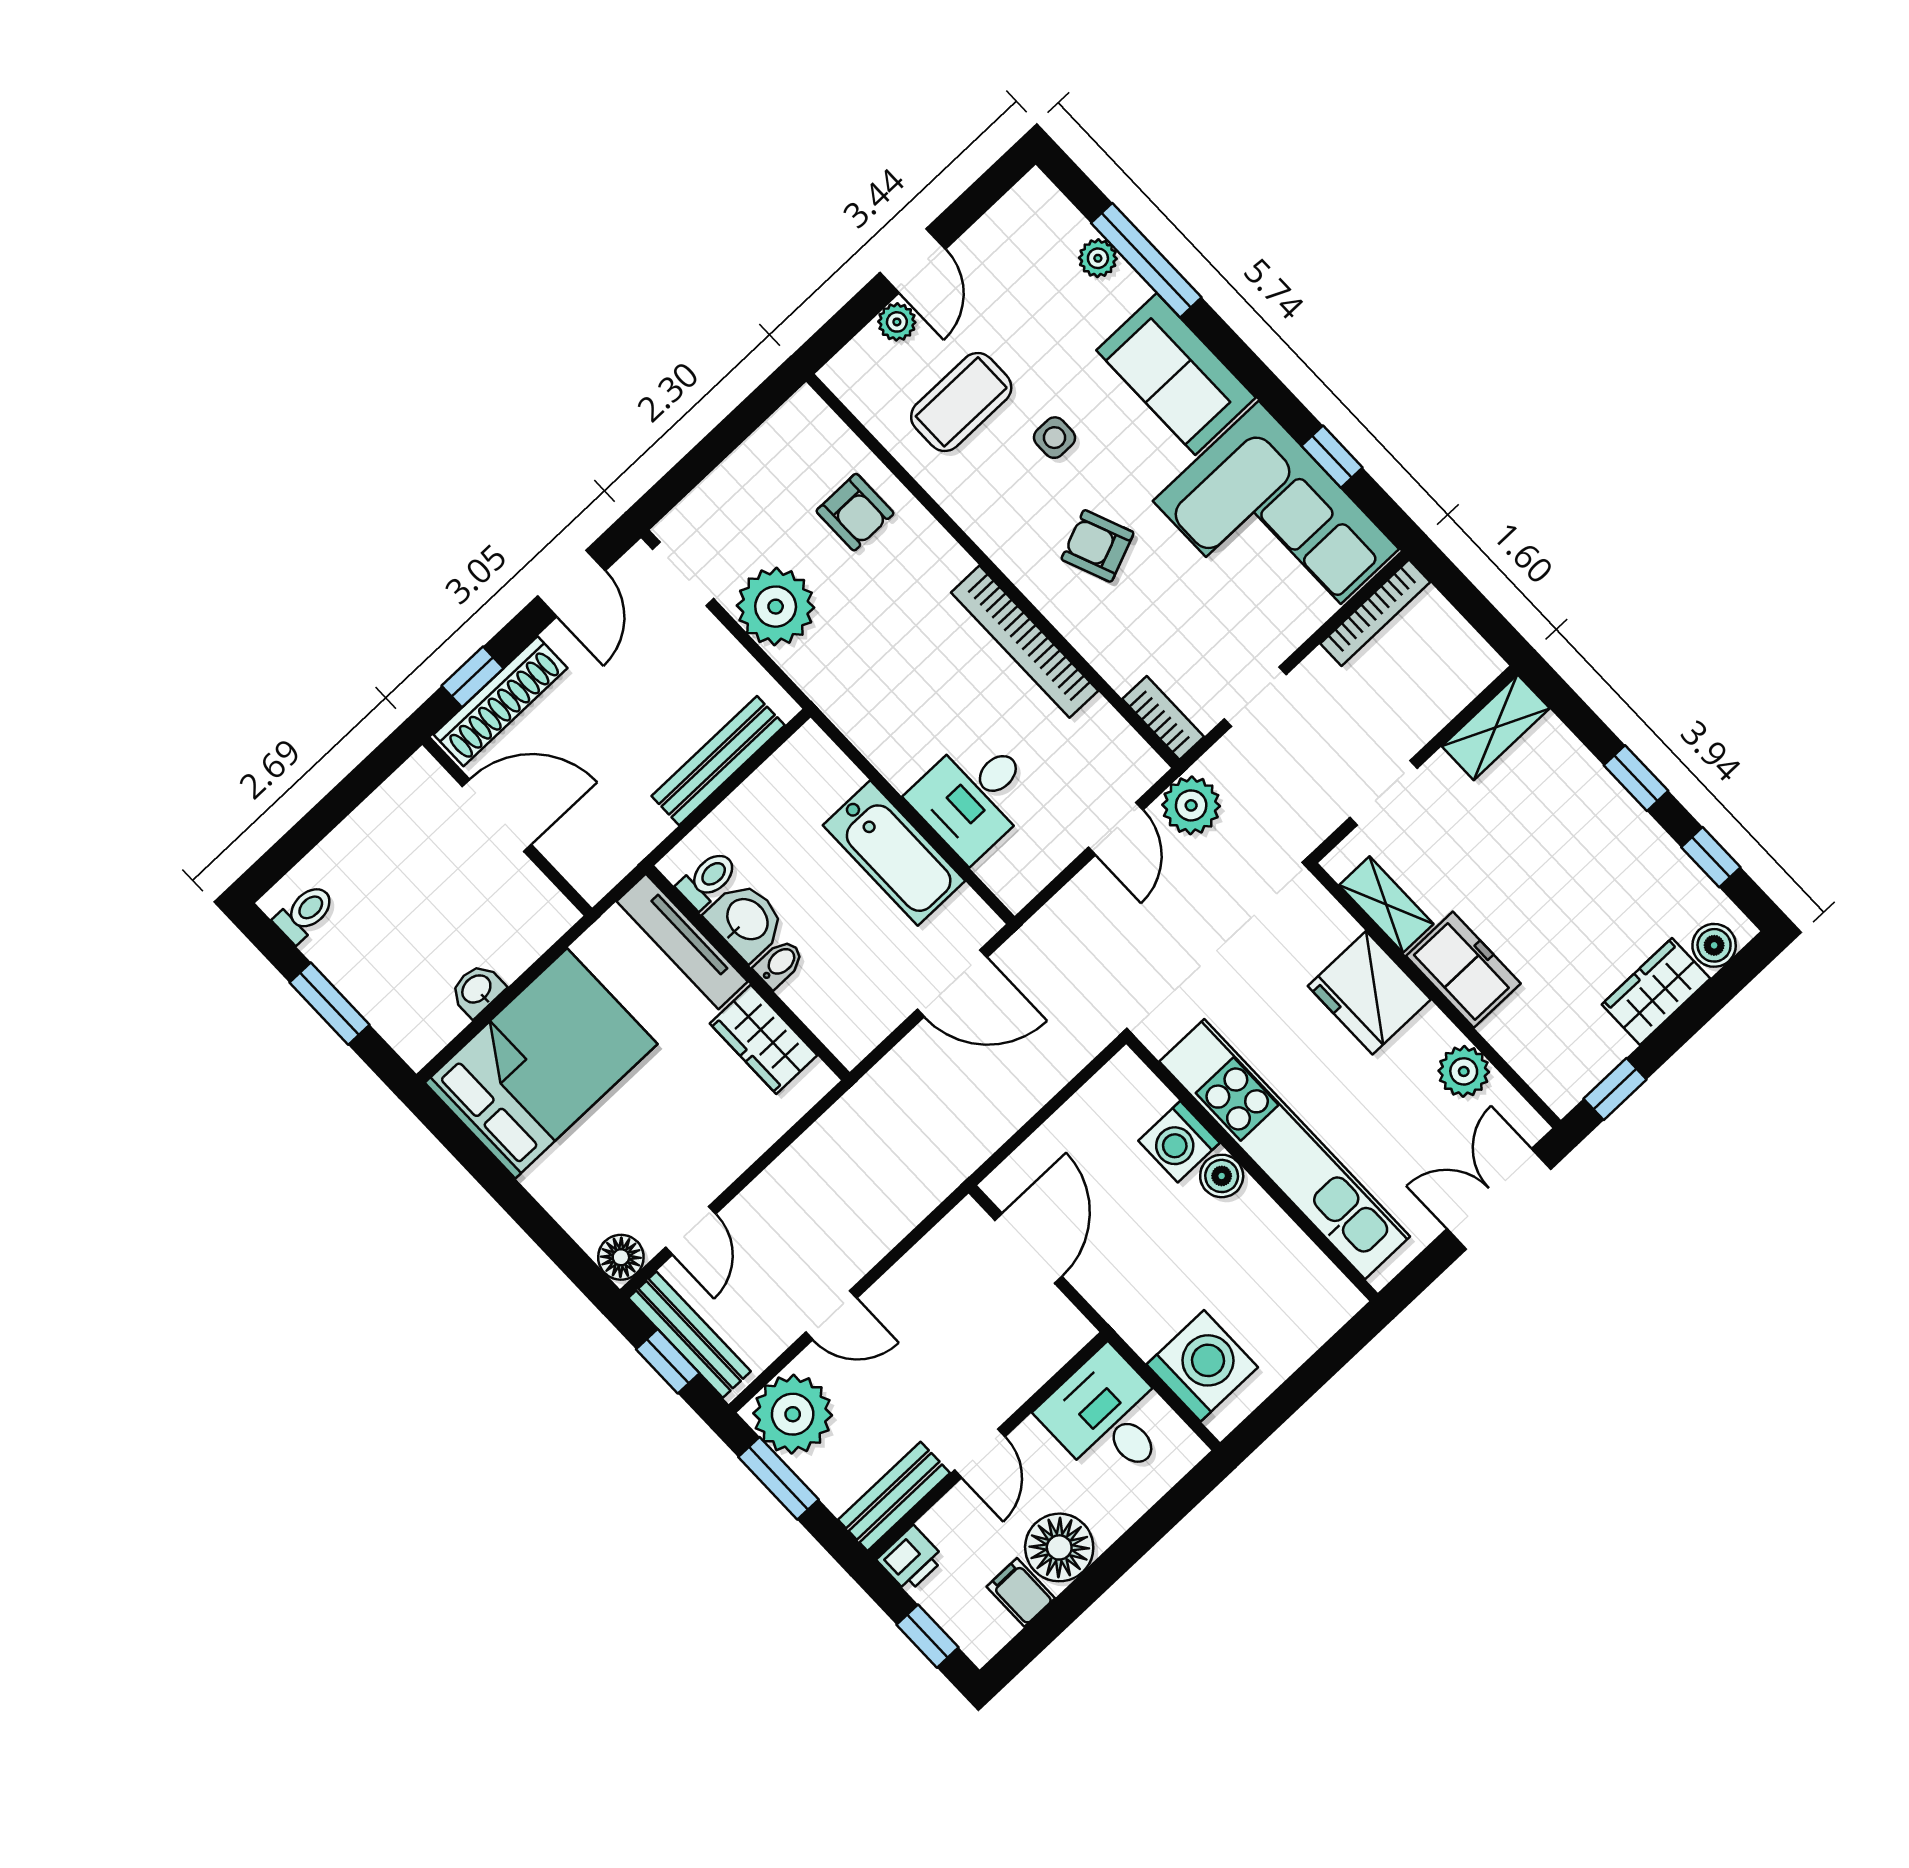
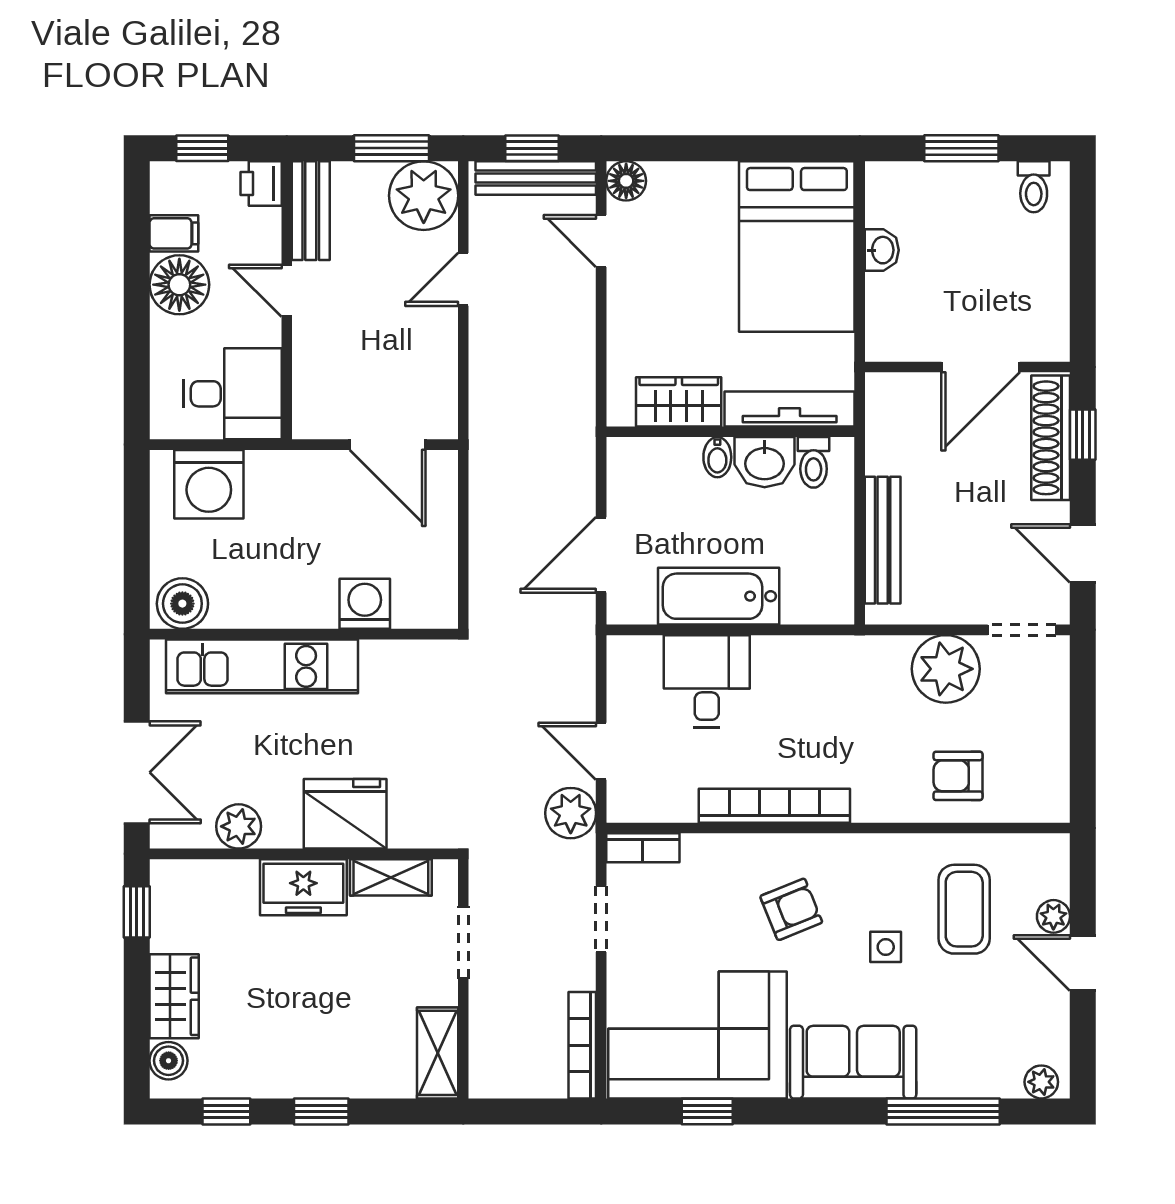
plant: (1098, 258) -> (1041, 1082), moved
kitchen unit: (1285, 1149) -> (262, 666), width x0.73
boiler: (1222, 1176) -> (182, 604), moved, width x1.36, depth x1.36

